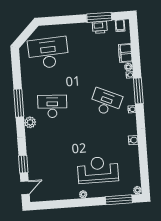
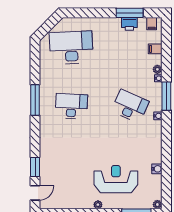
filing cabinet: (125, 53) -> (155, 49), width x0.50
plant: (30, 122) -> (46, 122), removed
water cooler: (133, 140) -> (157, 169), moved

